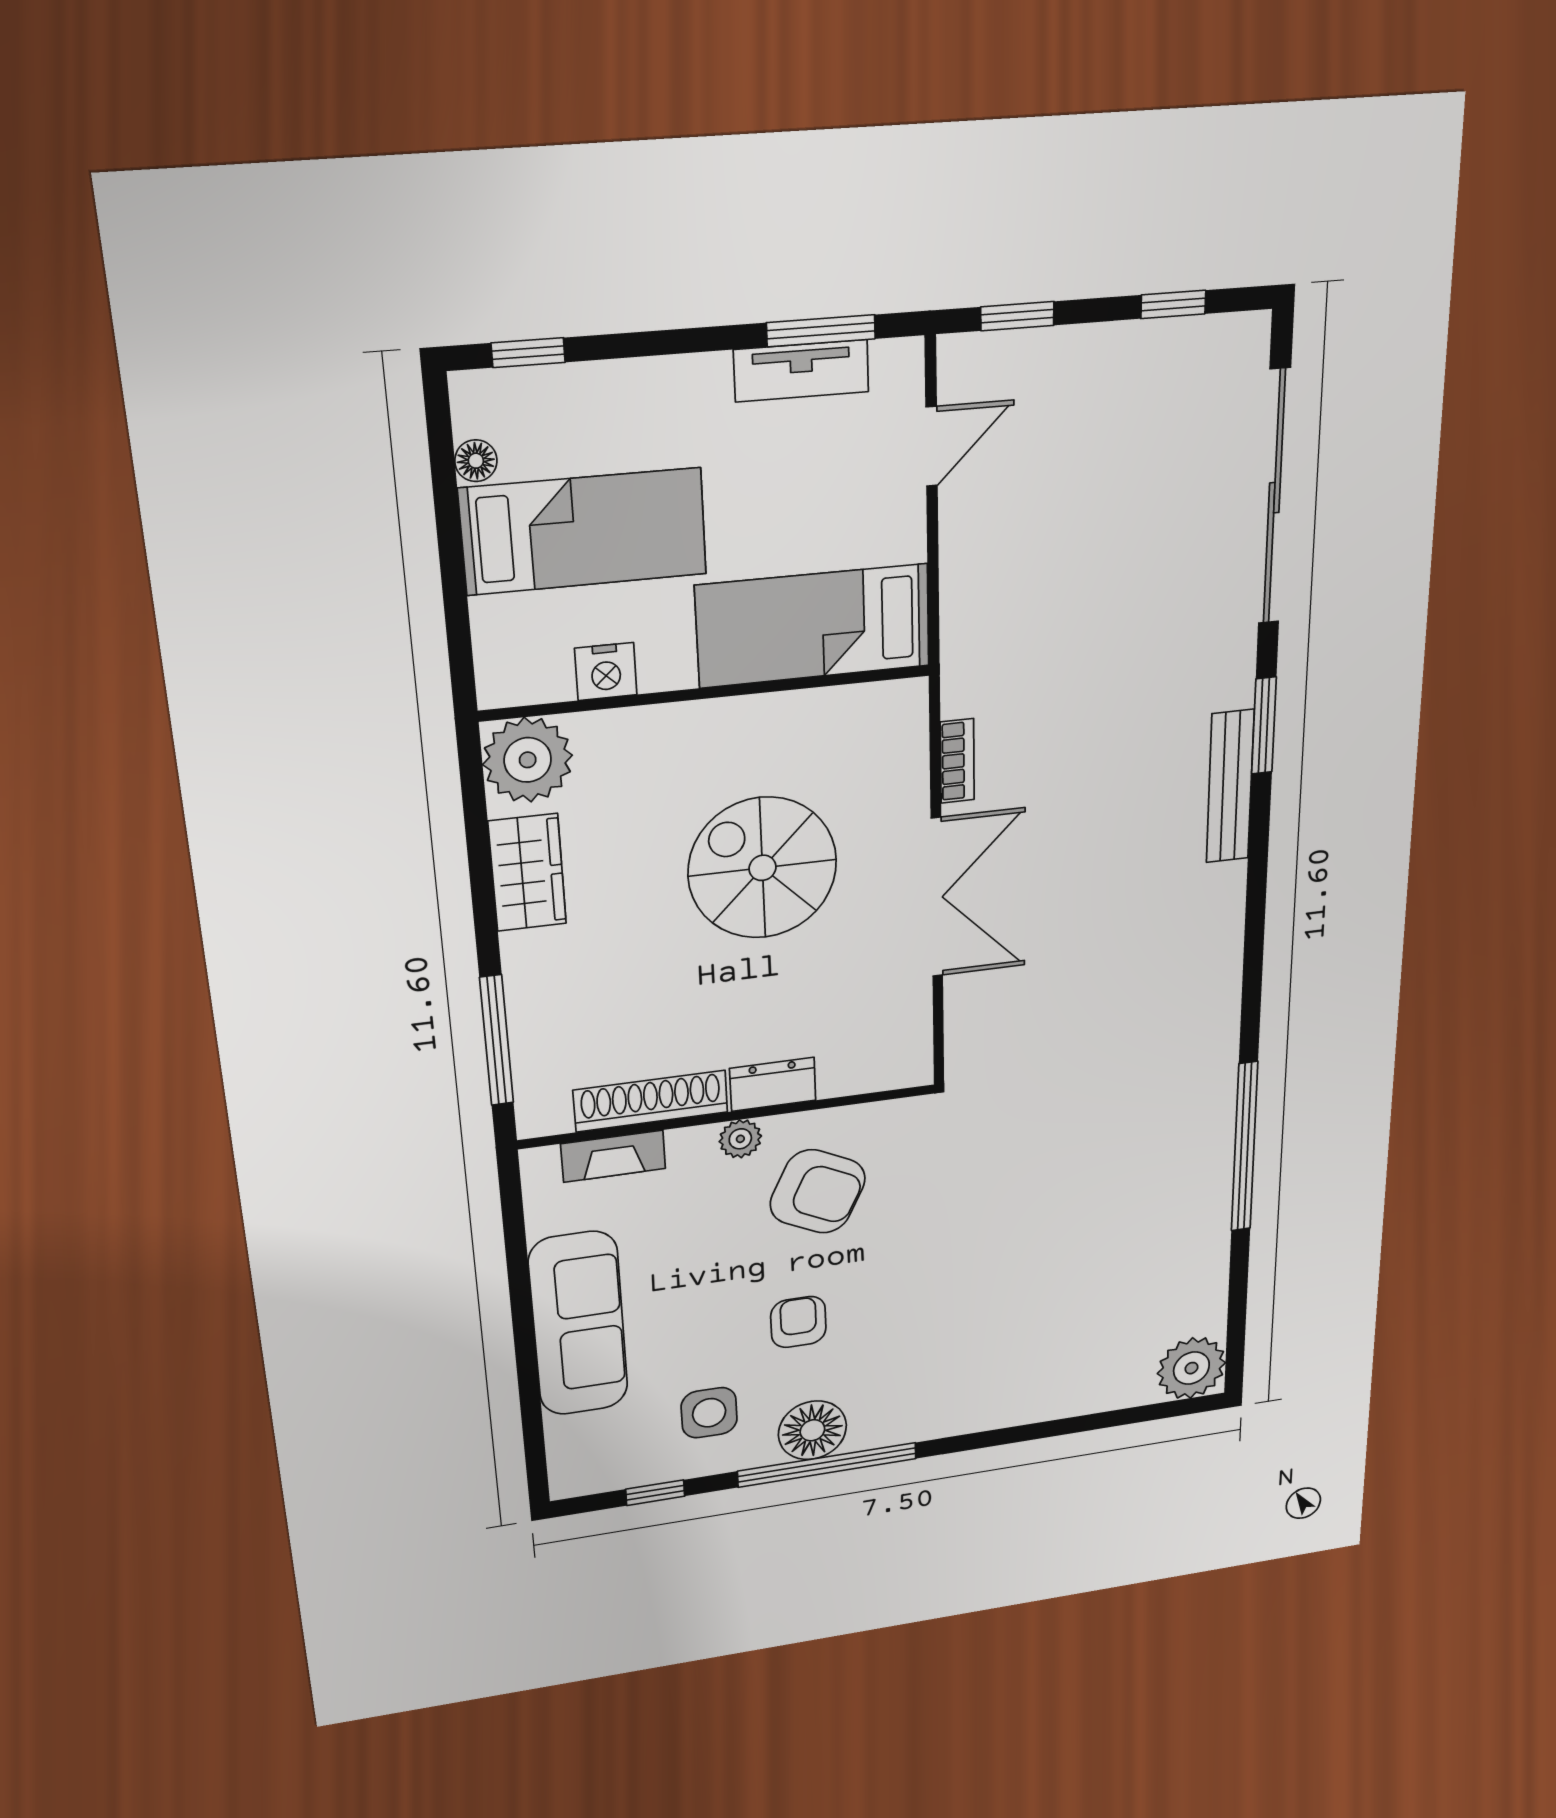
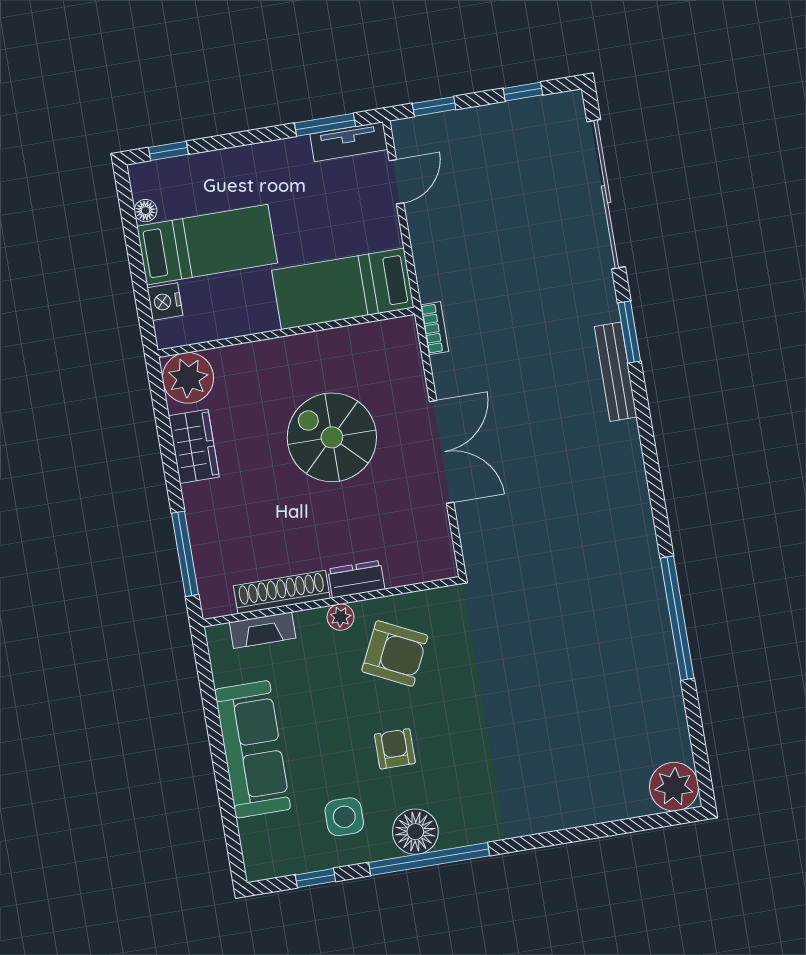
tv unit: (801, 371) -> (349, 142), moved
nightstand: (606, 672) -> (165, 302), moved, turned 90
bookcase: (957, 761) -> (435, 328), moved

